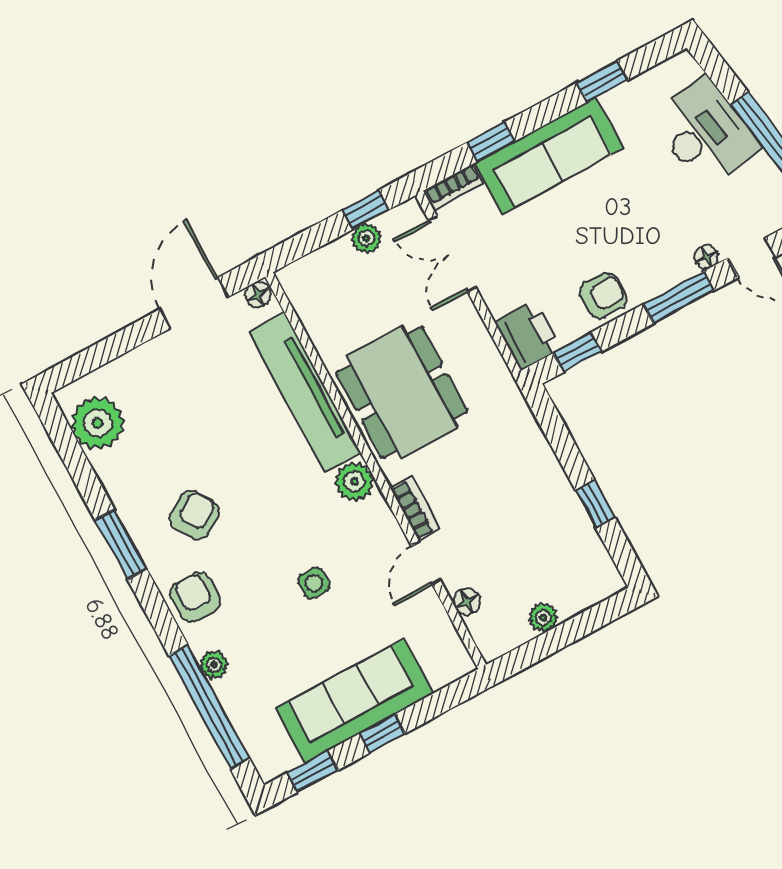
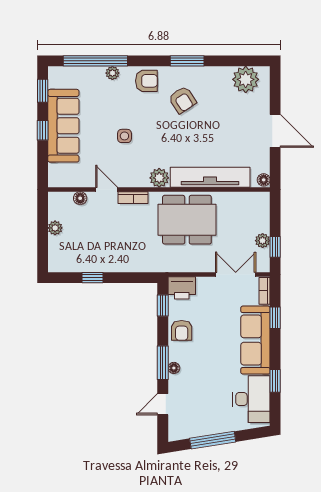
desk: (705, 132) -> (251, 399), moved, turned -81
floor lamp: (706, 257) -> (174, 368), moved
door: (194, 303) -> (275, 131), moved

